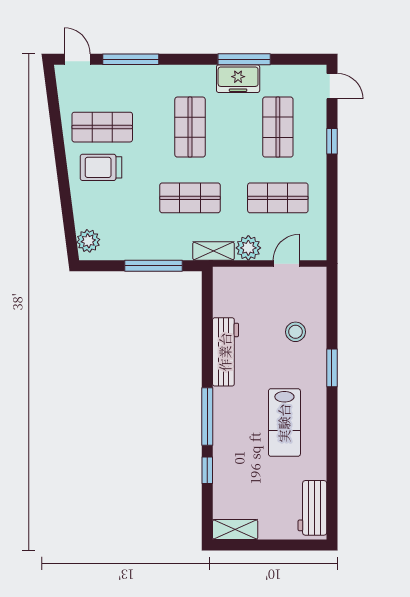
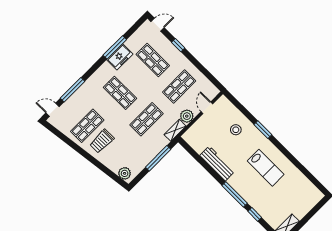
workbench: (312, 508) -> (308, 189), removed

